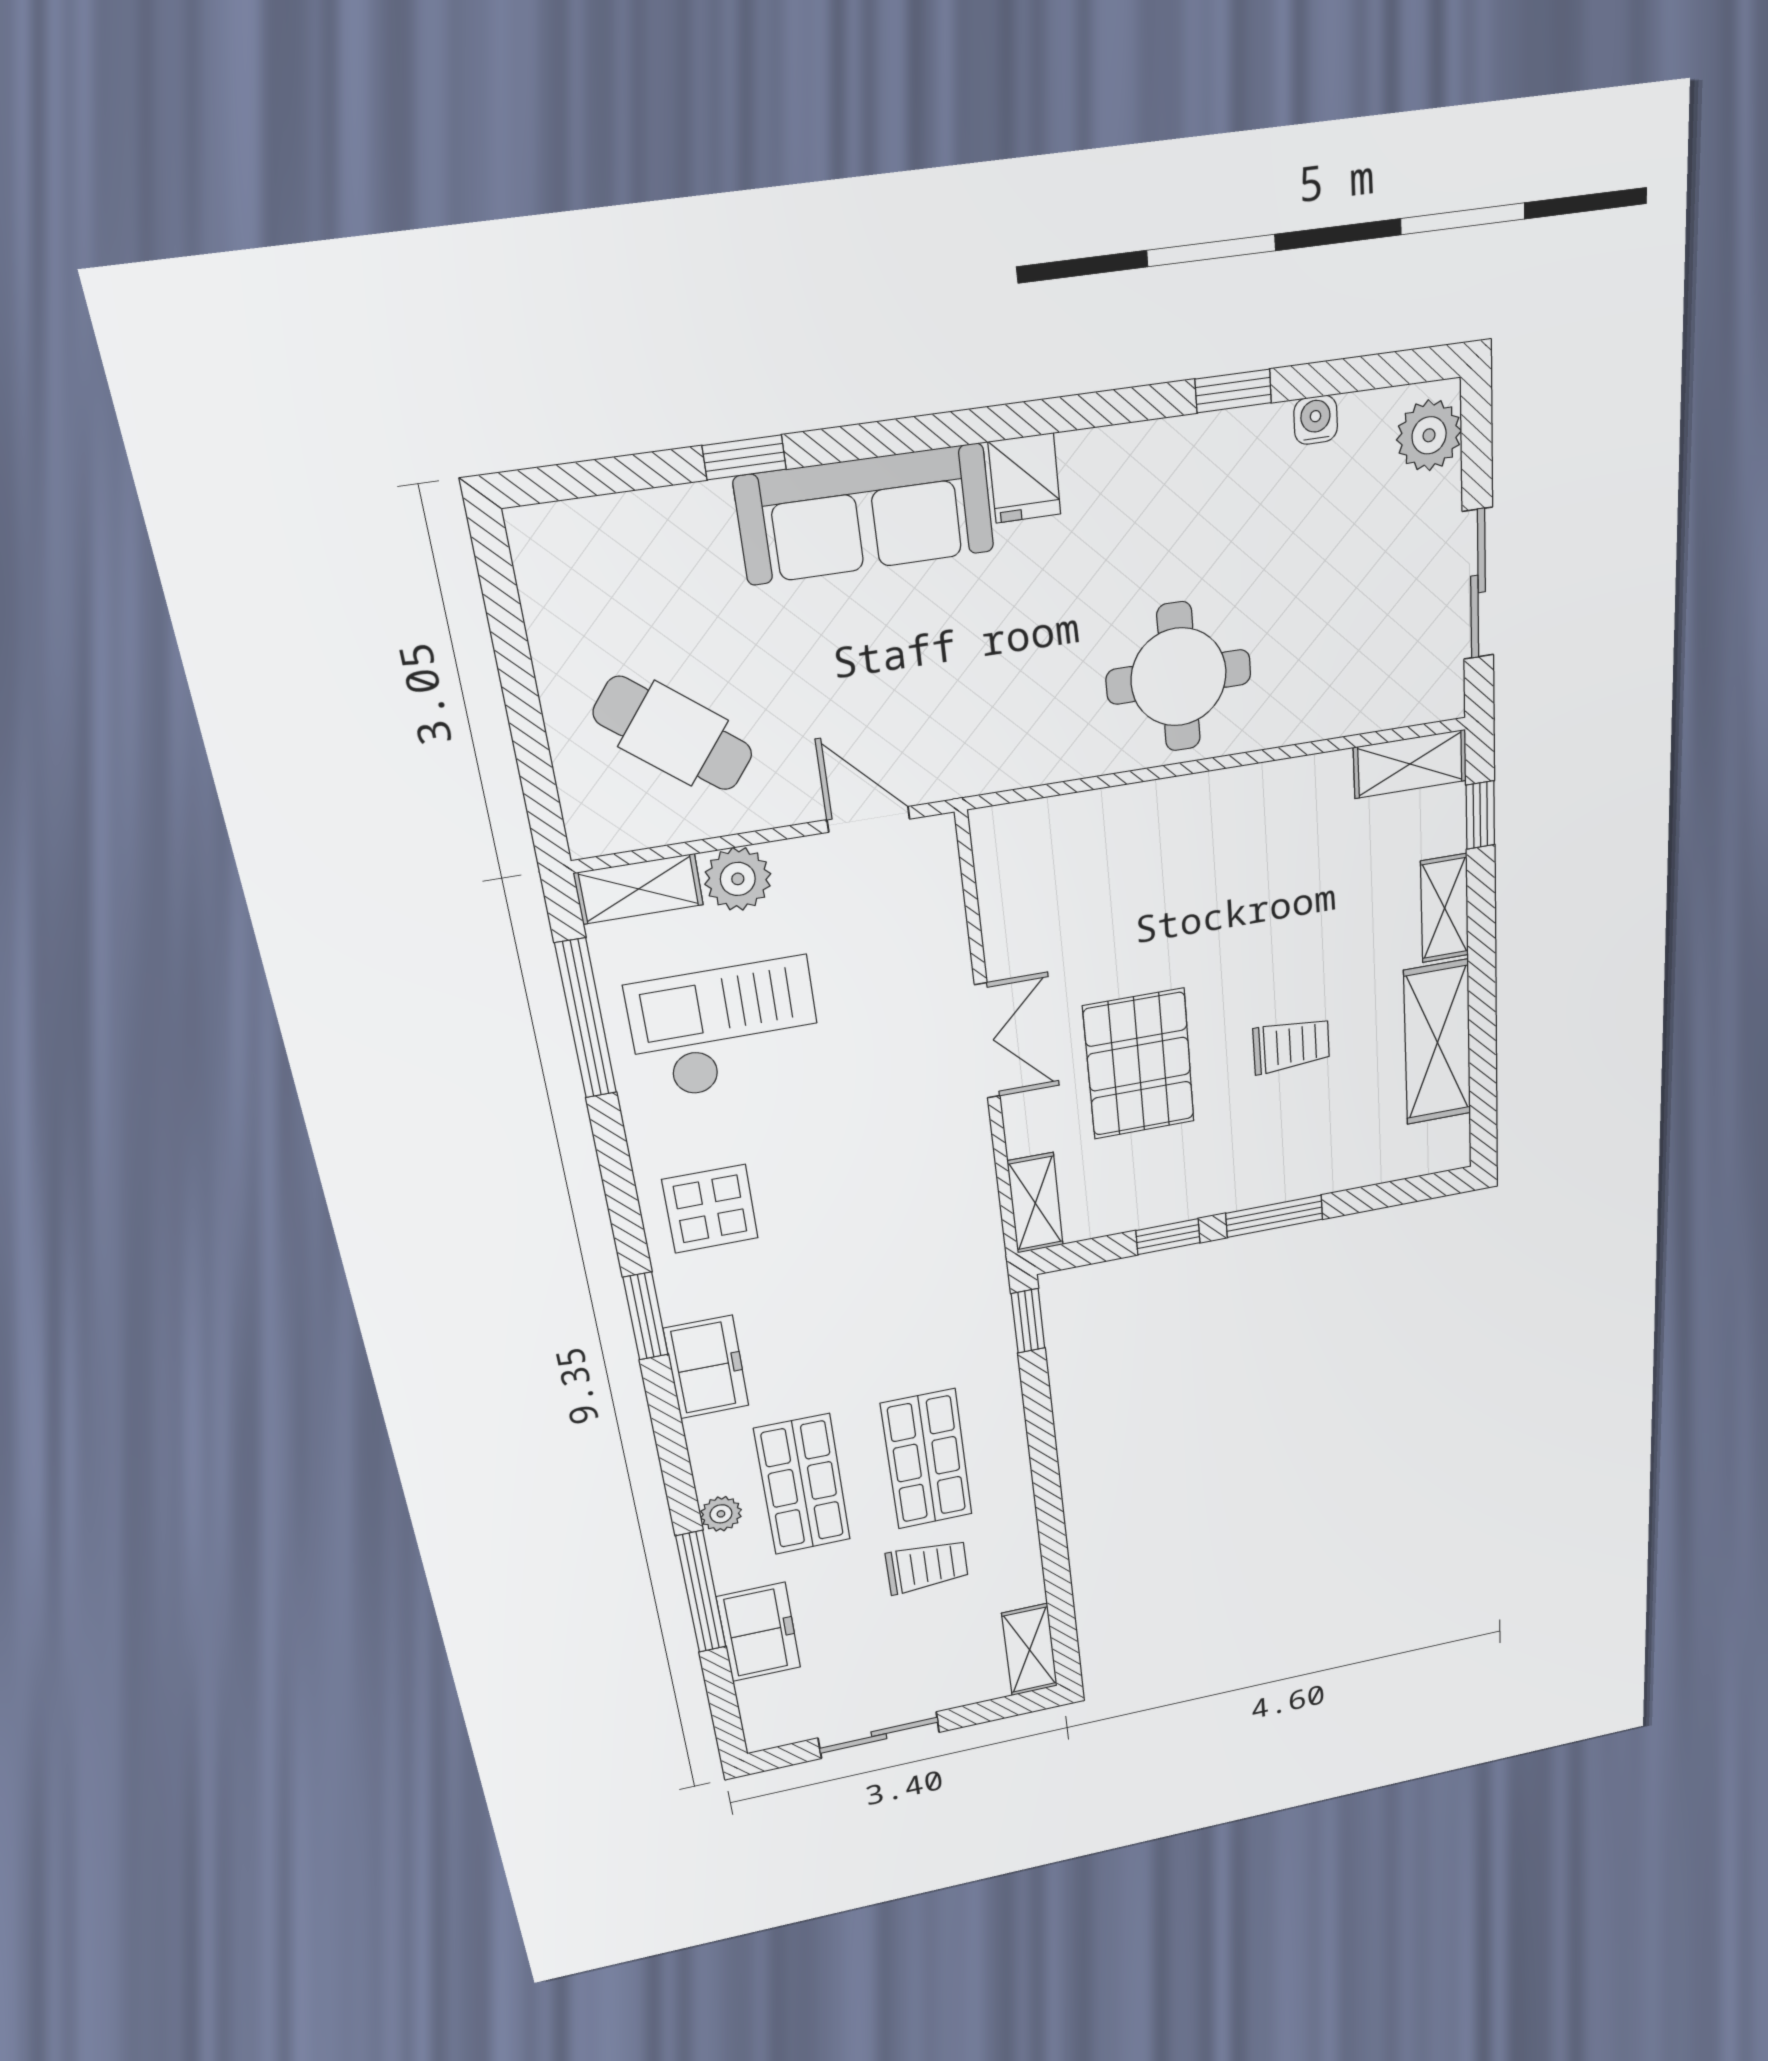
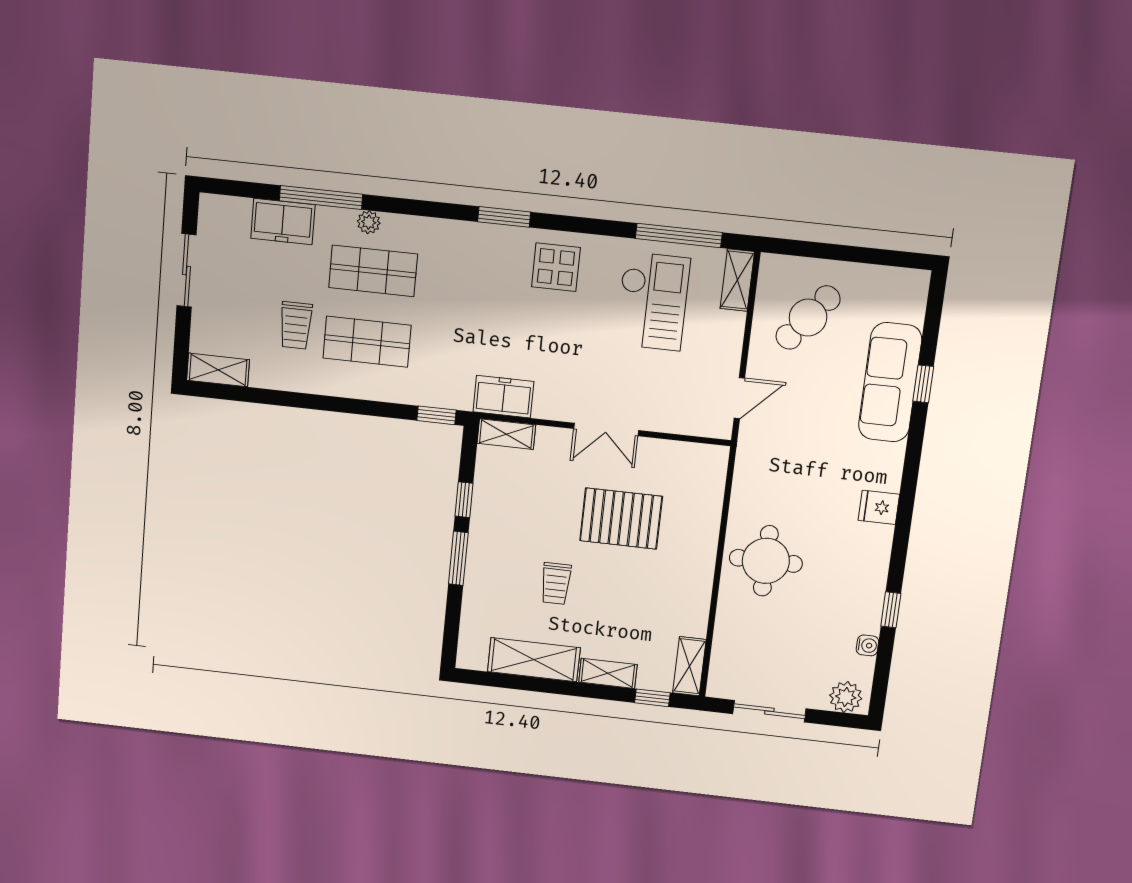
sofa: (865, 514) -> (890, 382), moved
plant: (738, 879) -> (728, 328), removed
pallet: (1139, 1064) -> (621, 519), moved
freezer: (706, 1367) -> (503, 397), moved, turned 180

